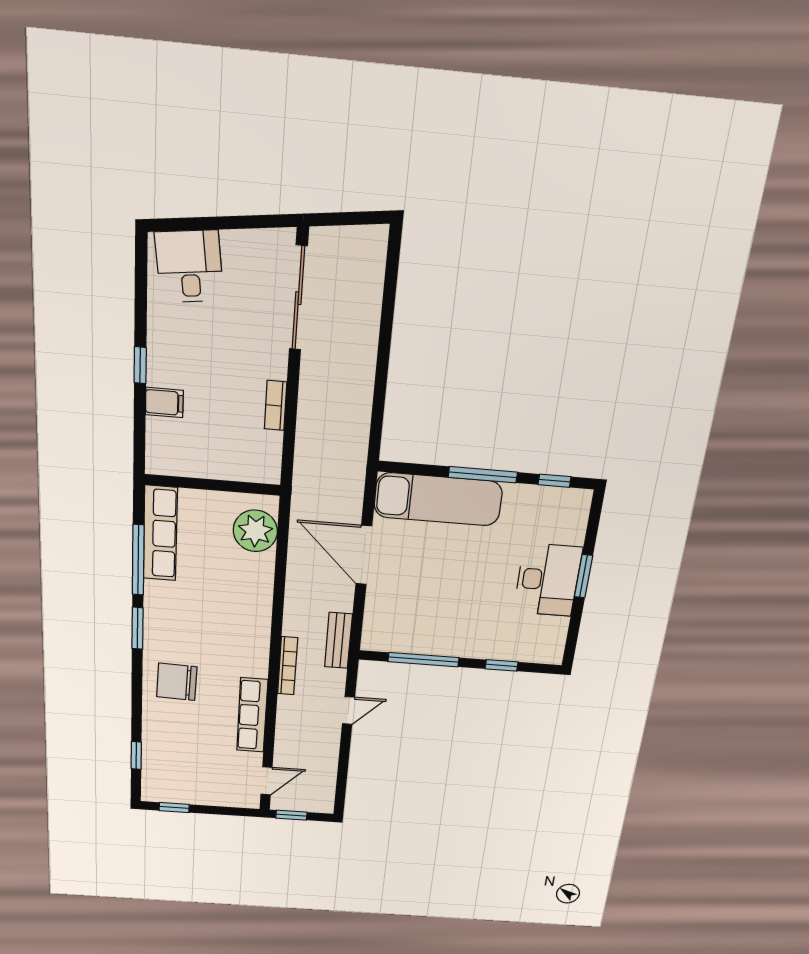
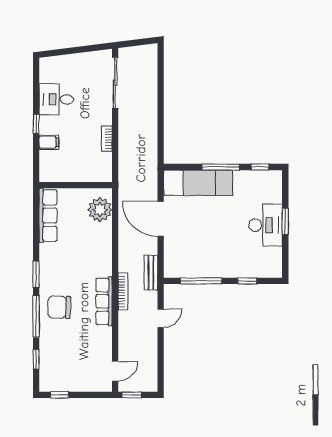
desk: (189, 267) -> (56, 99), moved, turned -83
window: (138, 560) -> (36, 316), moved
row of seats: (252, 715) -> (104, 301), moved

